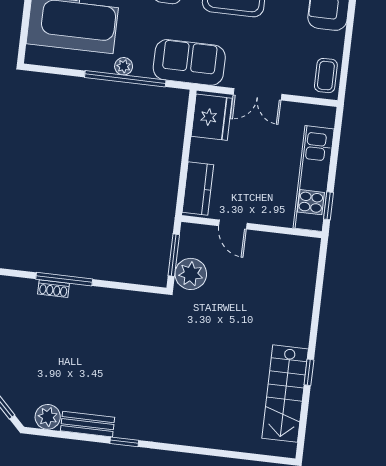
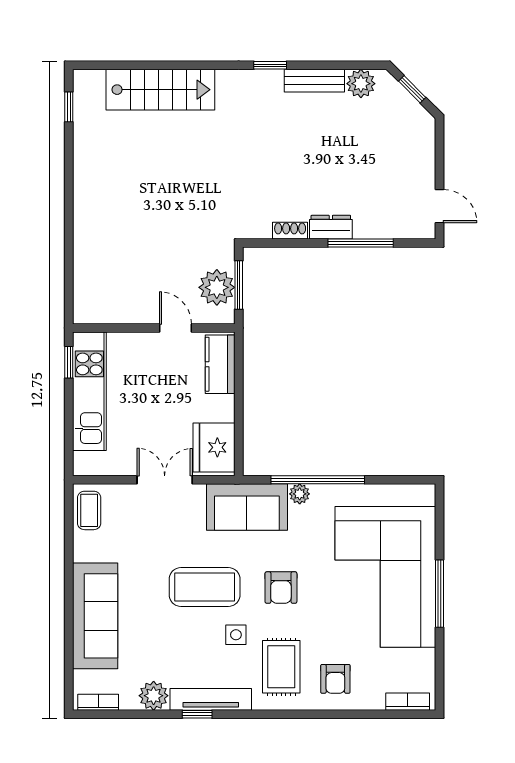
plant: (124, 66) -> (300, 494), moved
plant: (191, 274) -> (217, 287), moved
shoe rack: (53, 289) -> (290, 231), moved
dresser: (88, 296) -> (331, 227), added
window: (309, 372) -> (69, 107), moved
stairs: (285, 394) -> (160, 90), moved, turned 90

